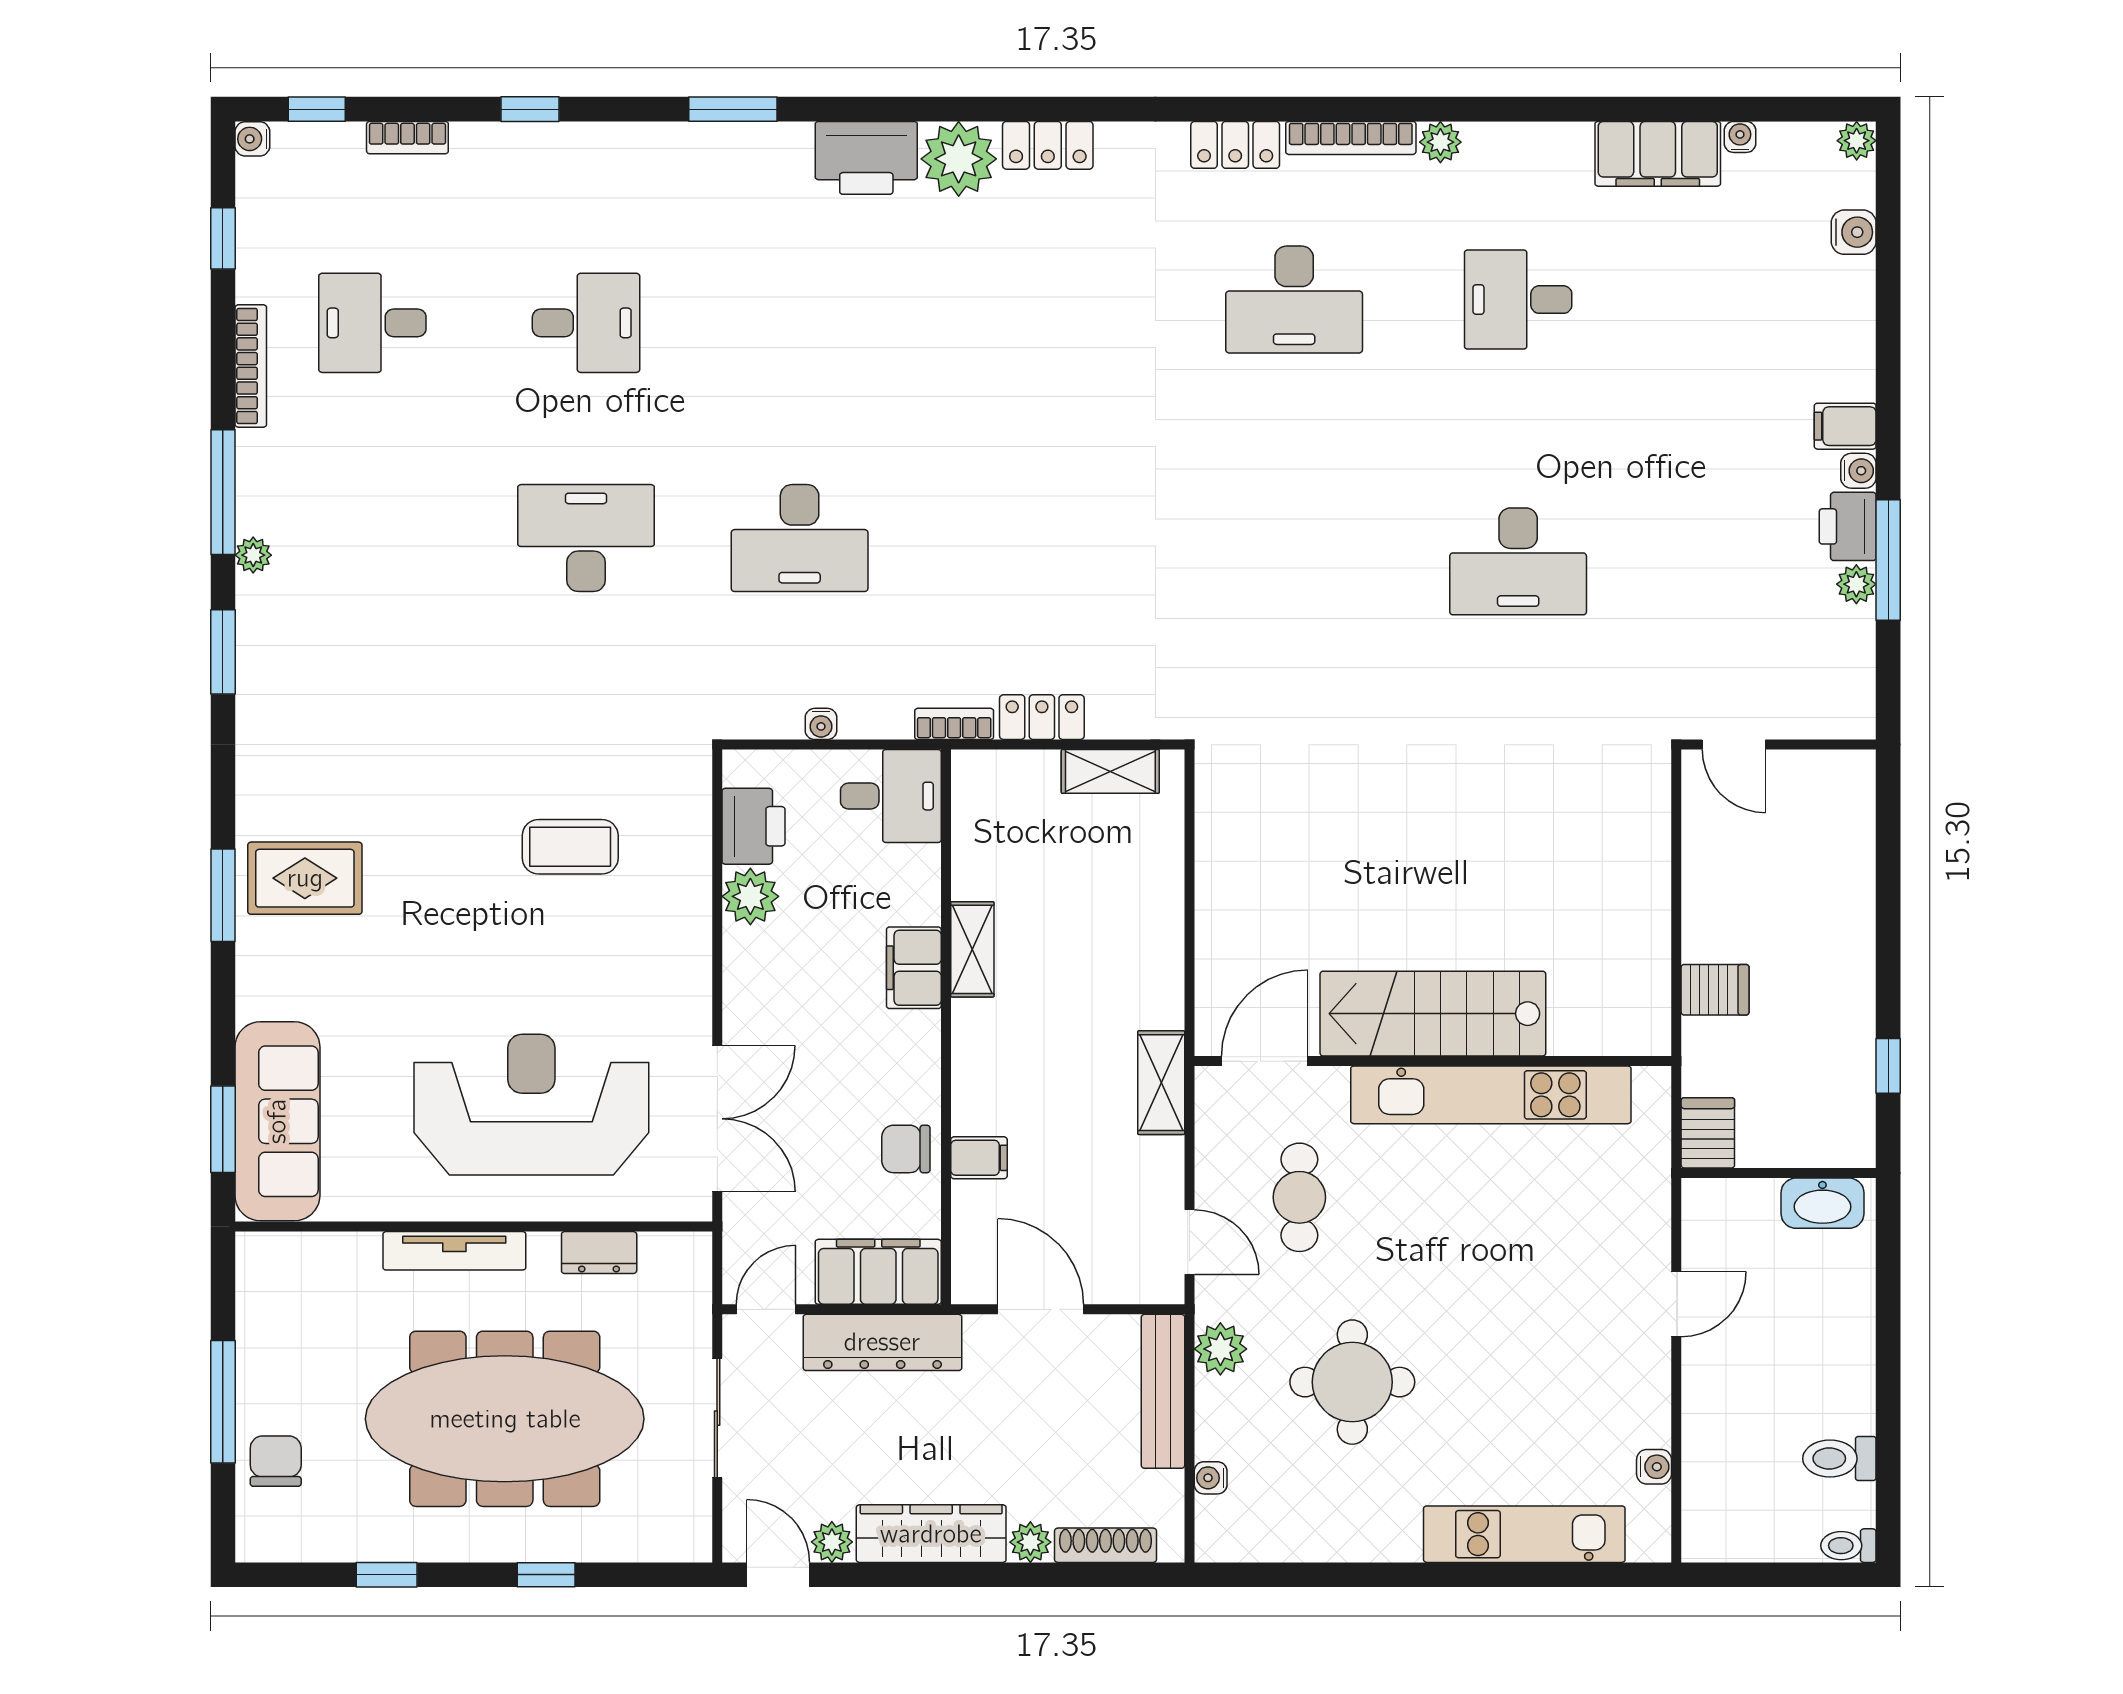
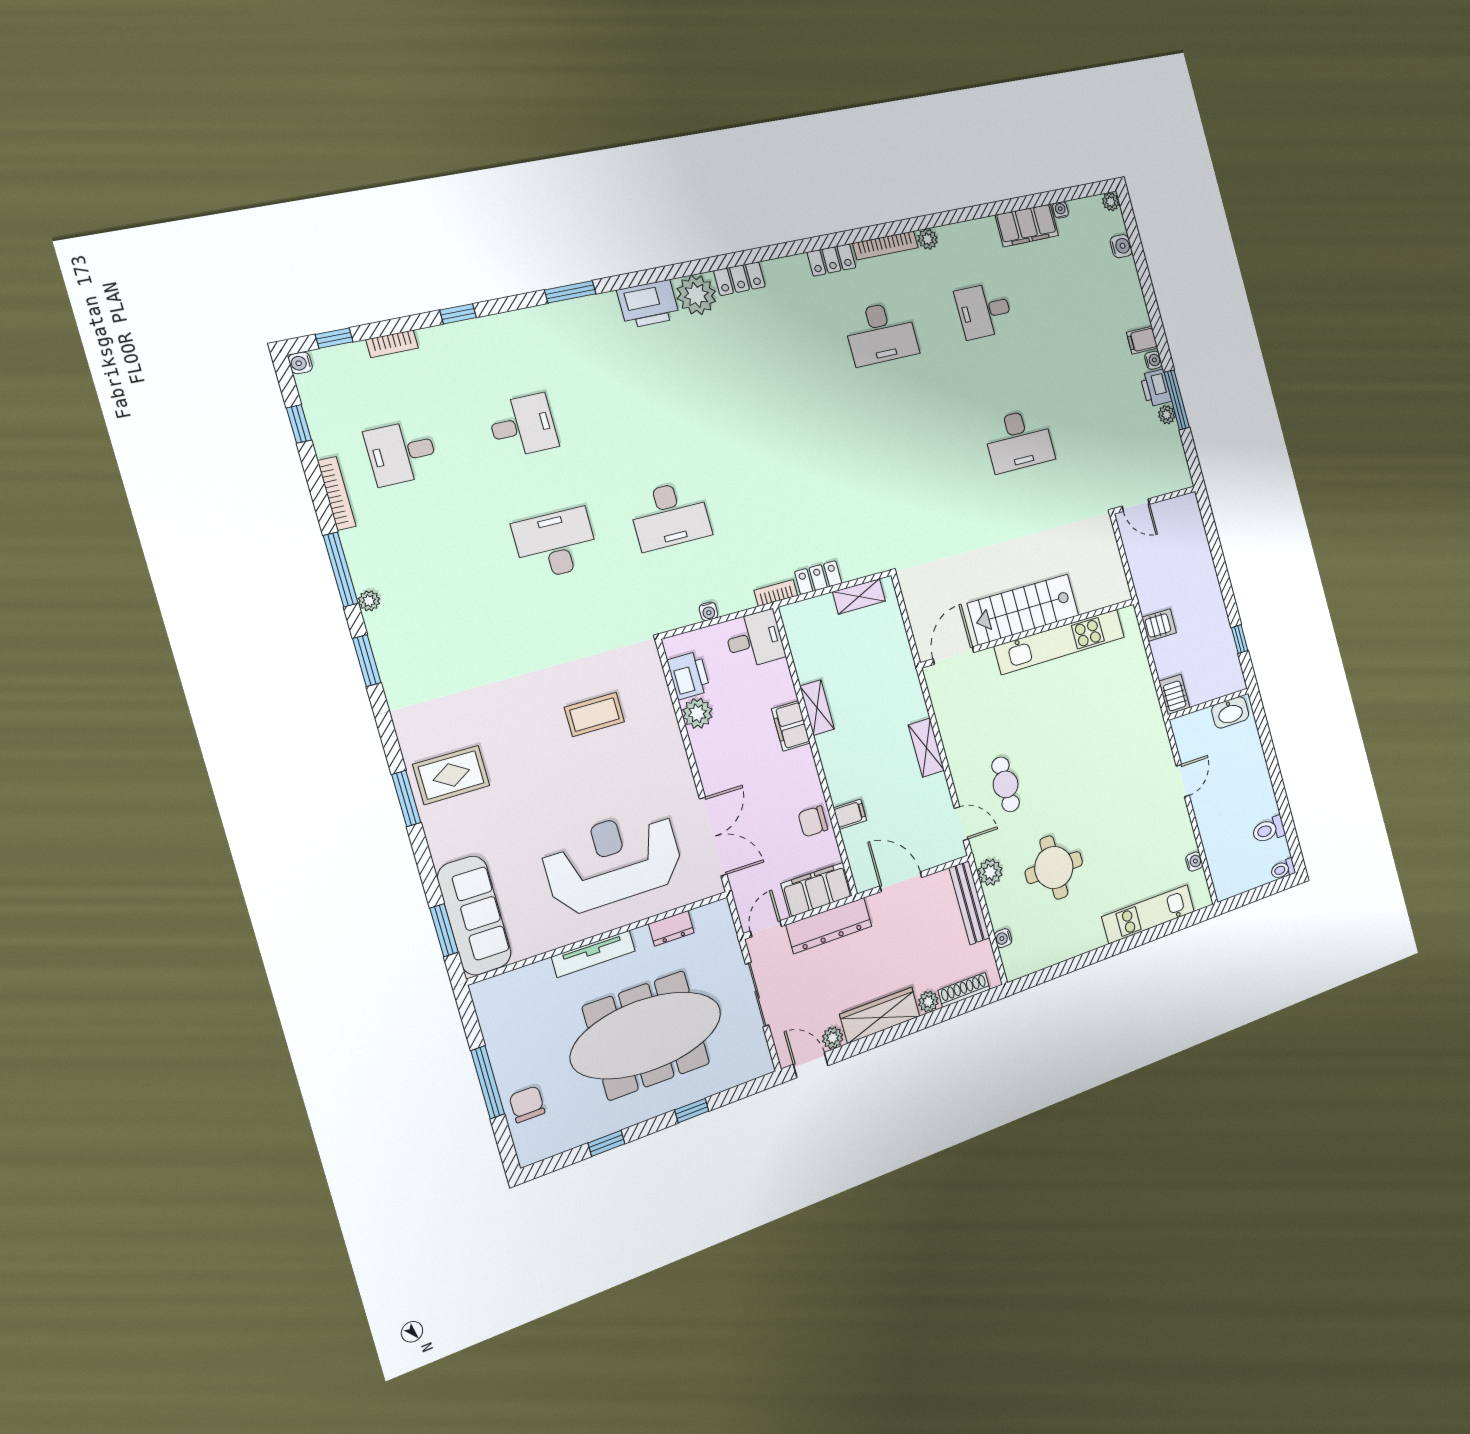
stairs: (1433, 1014) -> (1023, 609), moved
door: (1265, 1061) -> (954, 656), moved
wall: (1433, 1061) -> (1030, 633), moved
kitchen unit: (1491, 1095) -> (1060, 642), moved

